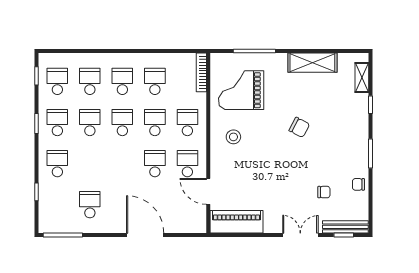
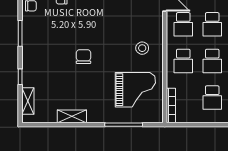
shelving: (312, 63) -> (72, 116), width x0.67, depth x0.75
chair: (299, 127) -> (83, 57), turned 62

